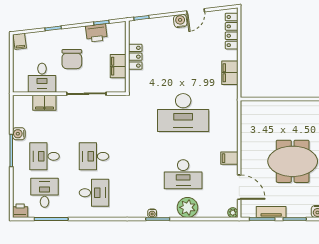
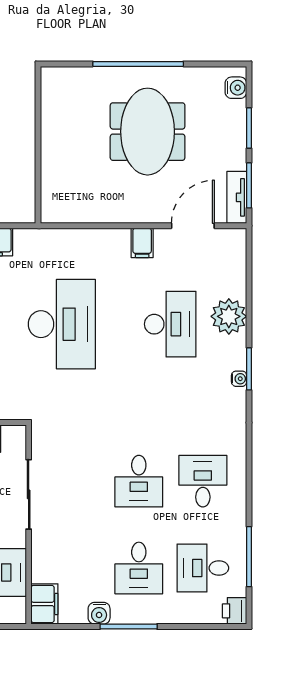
filing cabinet: (44, 103) -> (44, 604), moved
tv unit: (271, 212) -> (237, 197), moved
plant: (233, 213) -> (238, 237), removed

